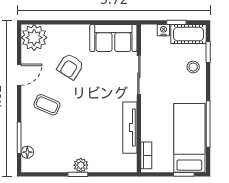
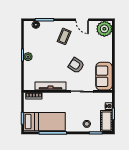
armchair: (70, 66) -> (76, 65), moved

